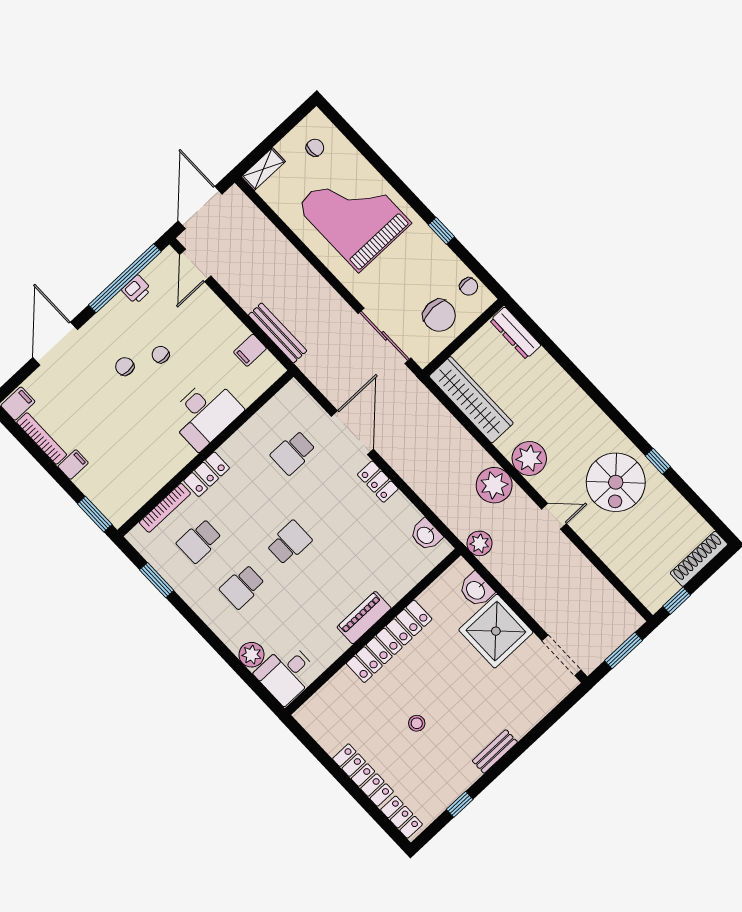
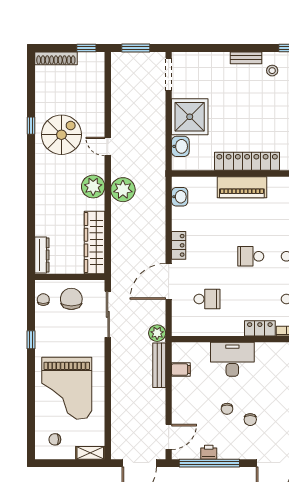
plant: (479, 543) -> (157, 333), moved
piano: (364, 618) -> (242, 187), width x1.37, depth x1.33
stool: (417, 723) -> (272, 71), moved

